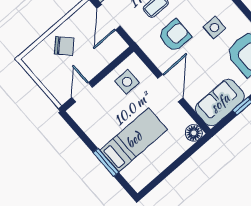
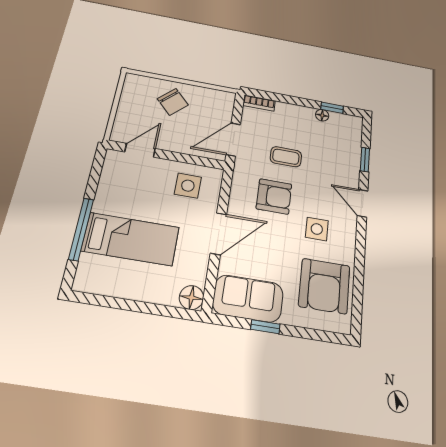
door: (109, 17) -> (233, 140), moved
window: (106, 162) -> (81, 229), width x1.44

